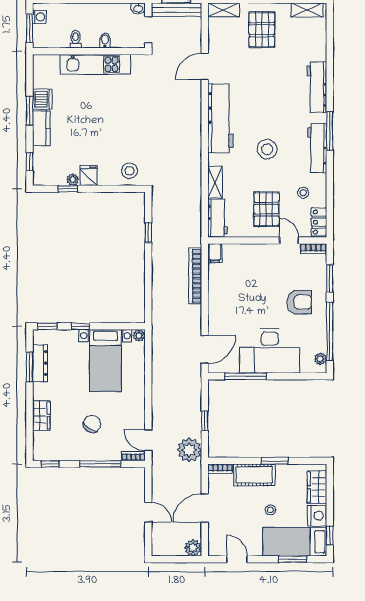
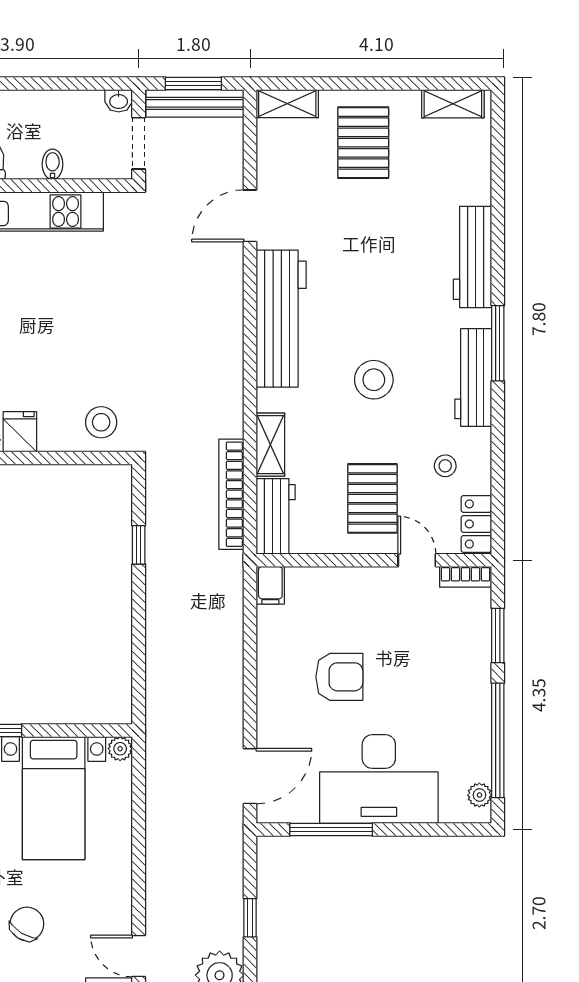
bookcase: (195, 276) -> (231, 494), moved
armchair: (299, 302) -> (339, 677), moved

